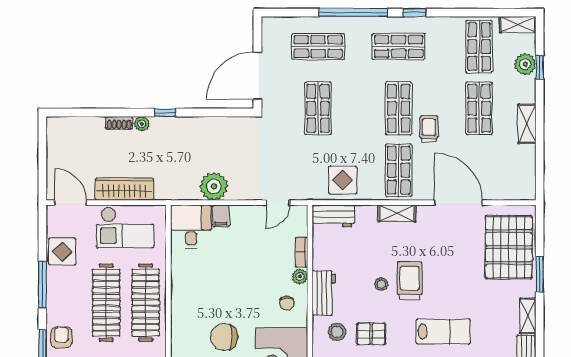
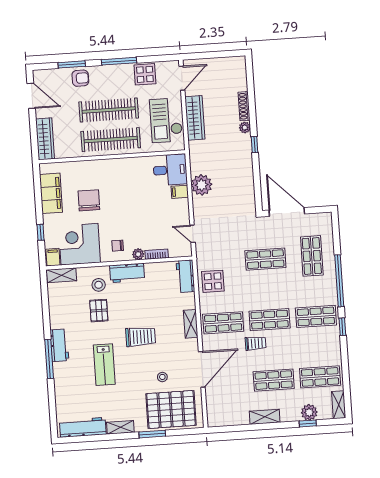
shop shelf: (399, 47) -> (316, 316), turned 90
shoe rack: (119, 123) -> (244, 106), width x1.43
stool: (381, 284) -> (162, 377), moved

